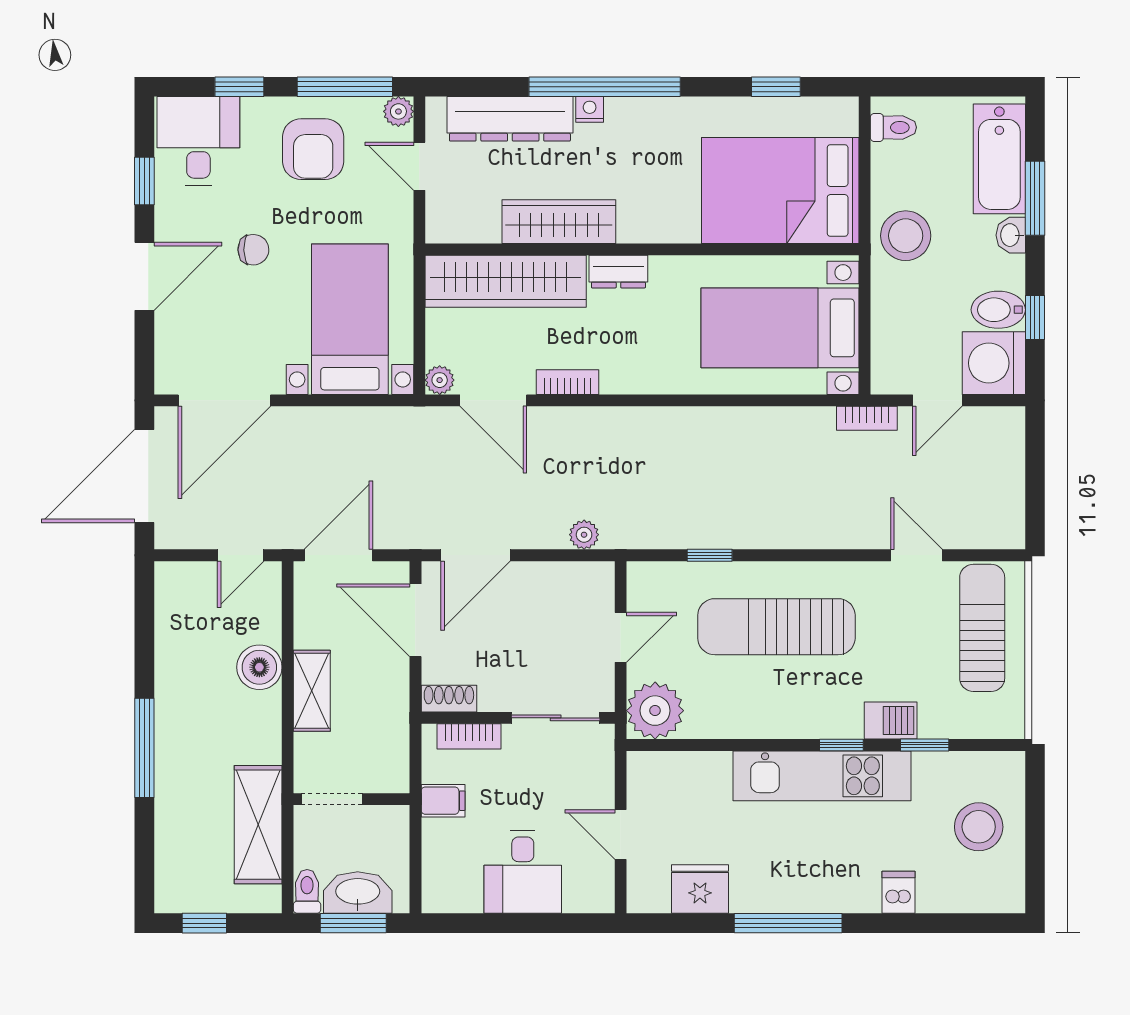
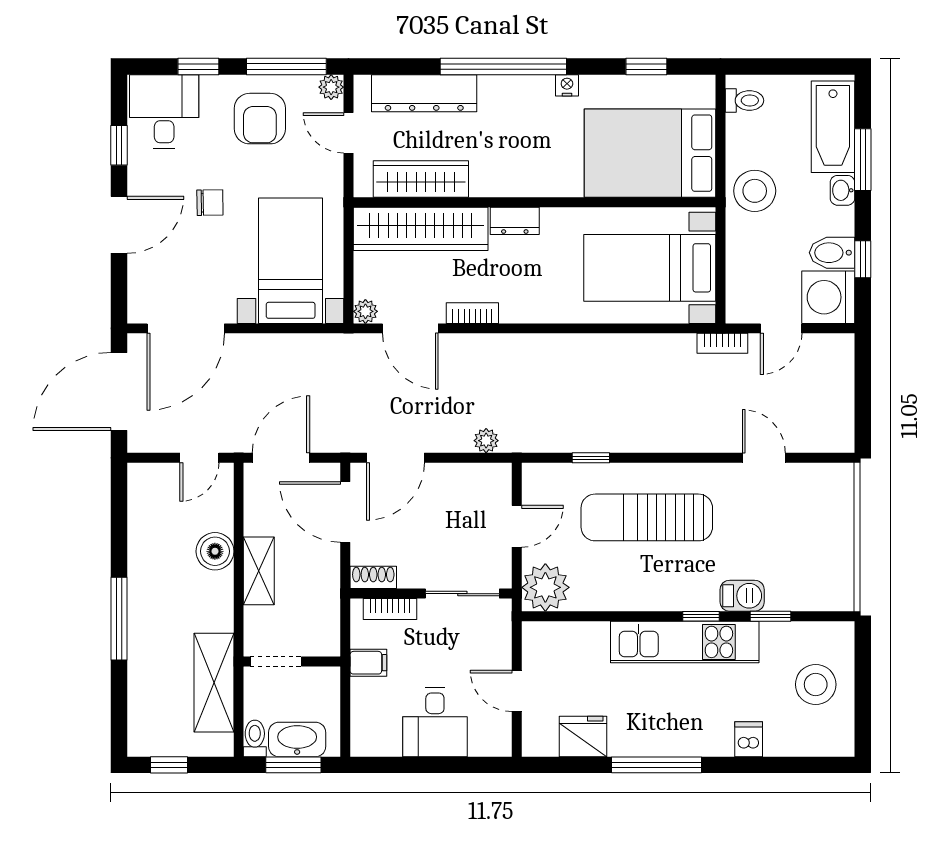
nightstand: (590, 109) -> (567, 85), moved
wardrobe: (559, 222) -> (421, 179), moved
sun lounger: (982, 628) -> (819, 518), removed

